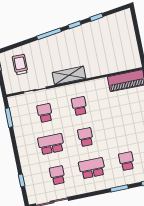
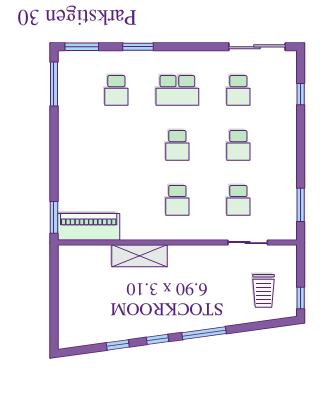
shelving: (69, 75) -> (140, 256), moved
school desk: (51, 144) -> (238, 145), width x0.54

